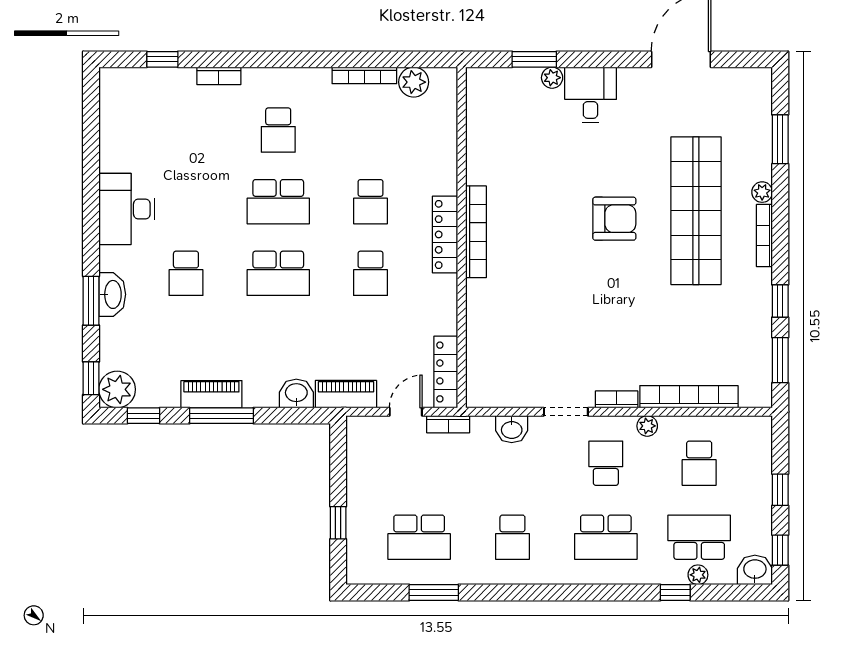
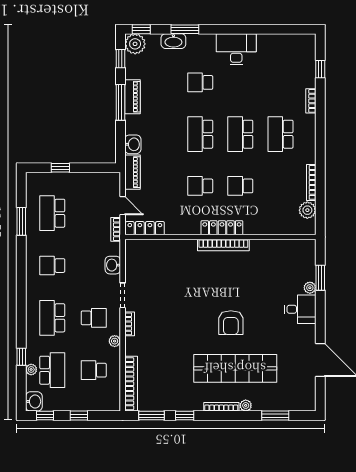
school desk: (278, 130) -> (280, 134), width x1.85
washbasin: (112, 294) -> (173, 41), moved
bookcase: (689, 397) -> (131, 384), moved

